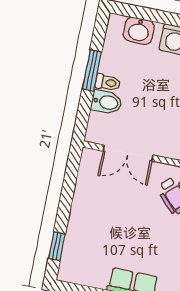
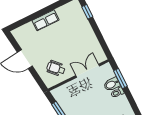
window: (92, 70) -> (120, 78), moved

